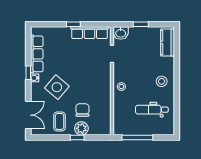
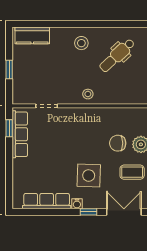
window: (73, 24) -> (9, 128), moved
washbasin: (121, 33) -> (20, 95), removed
window: (28, 73) -> (88, 212), moved
side table: (57, 87) -> (89, 176), turned -38
dental chair: (152, 110) -> (117, 55), turned 47

